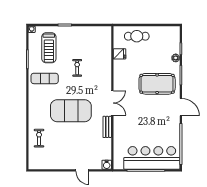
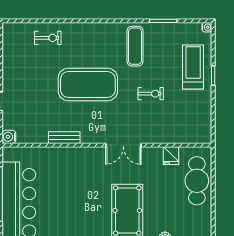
cafe table: (137, 36) -> (197, 181), width x1.37, depth x1.35
treadmill: (49, 48) -> (193, 67), moved, turned 90
double door: (112, 103) -> (123, 145), moved
exercise mat: (71, 111) -> (88, 84), turned 90

